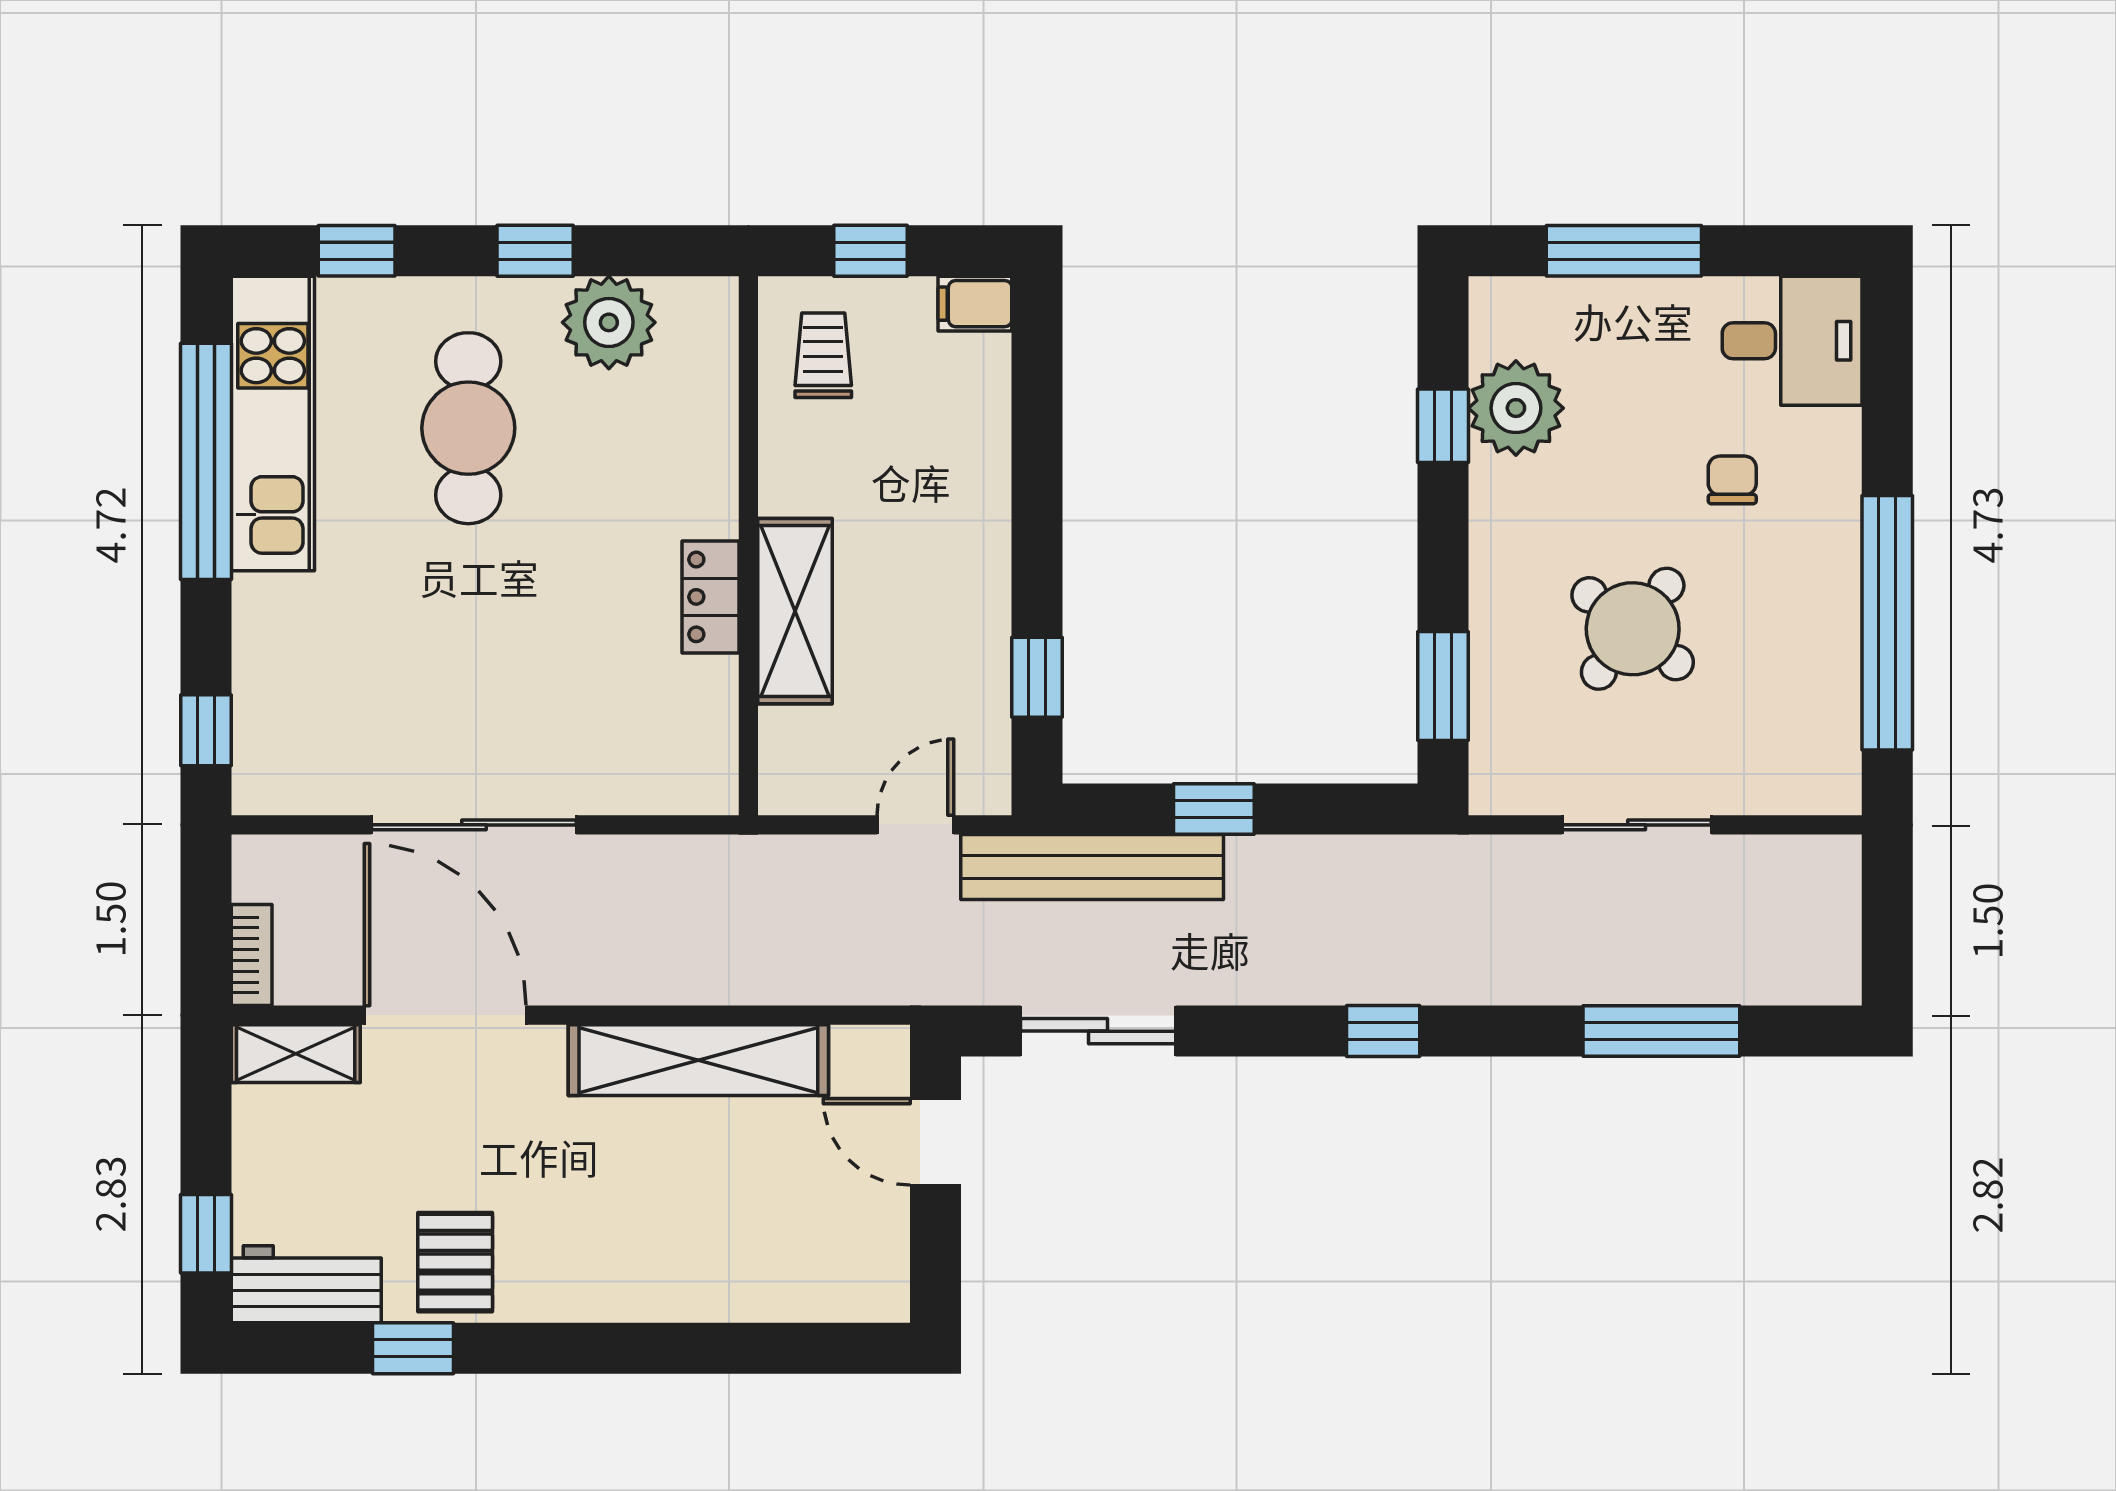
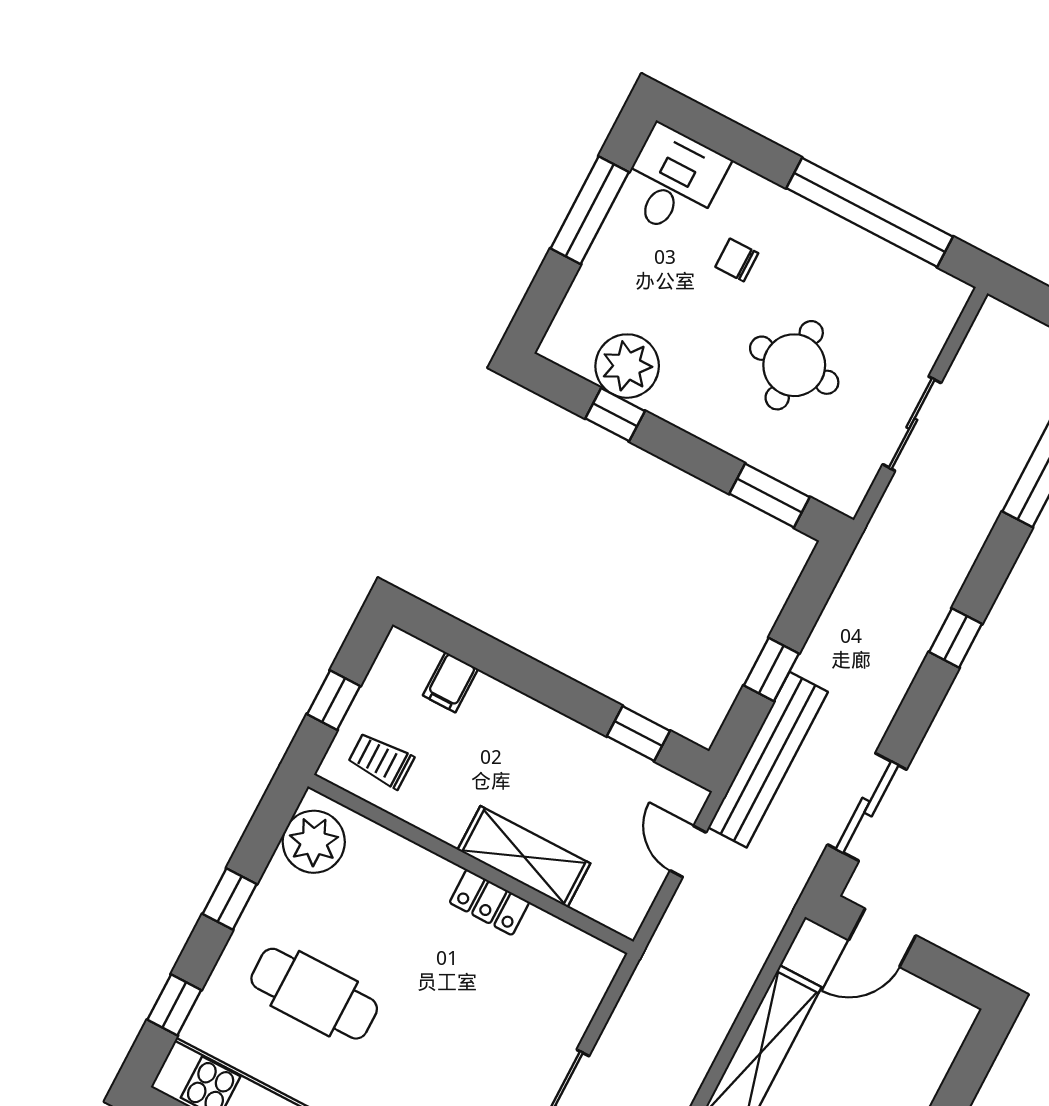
window: (1624, 251) -> (590, 210), moved
filing cabinet: (975, 304) -> (450, 682), moved
plant: (609, 322) -> (314, 842), moved
round table: (1633, 629) -> (794, 365), turned -38

